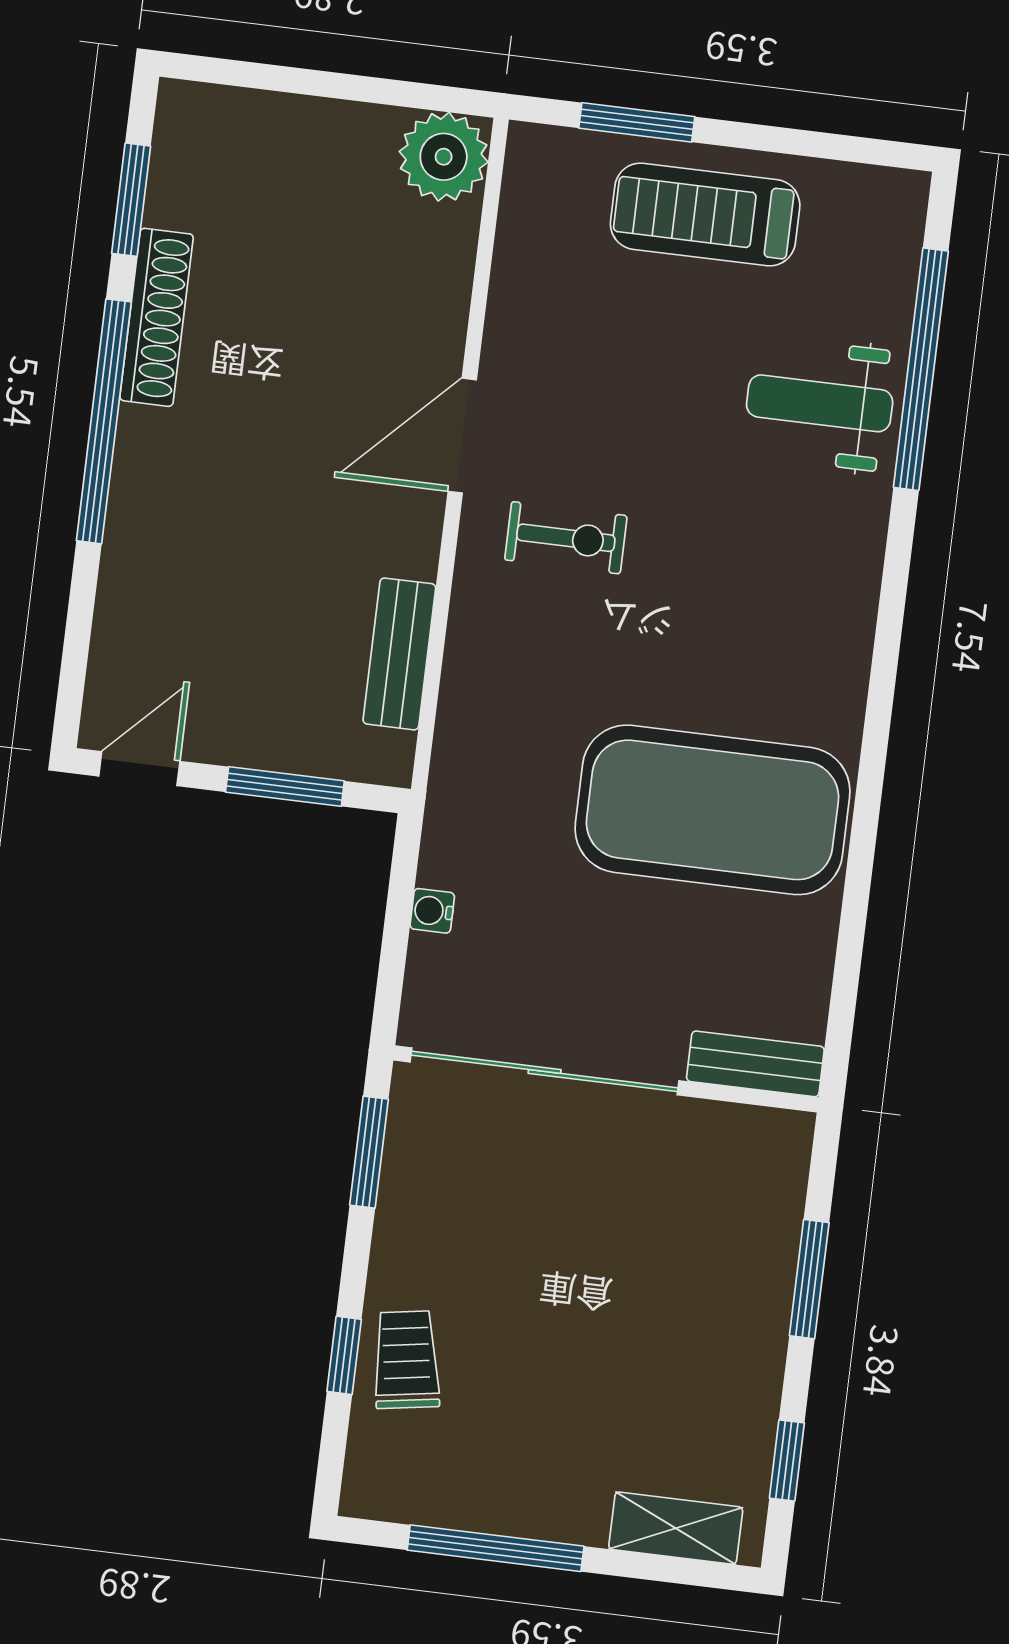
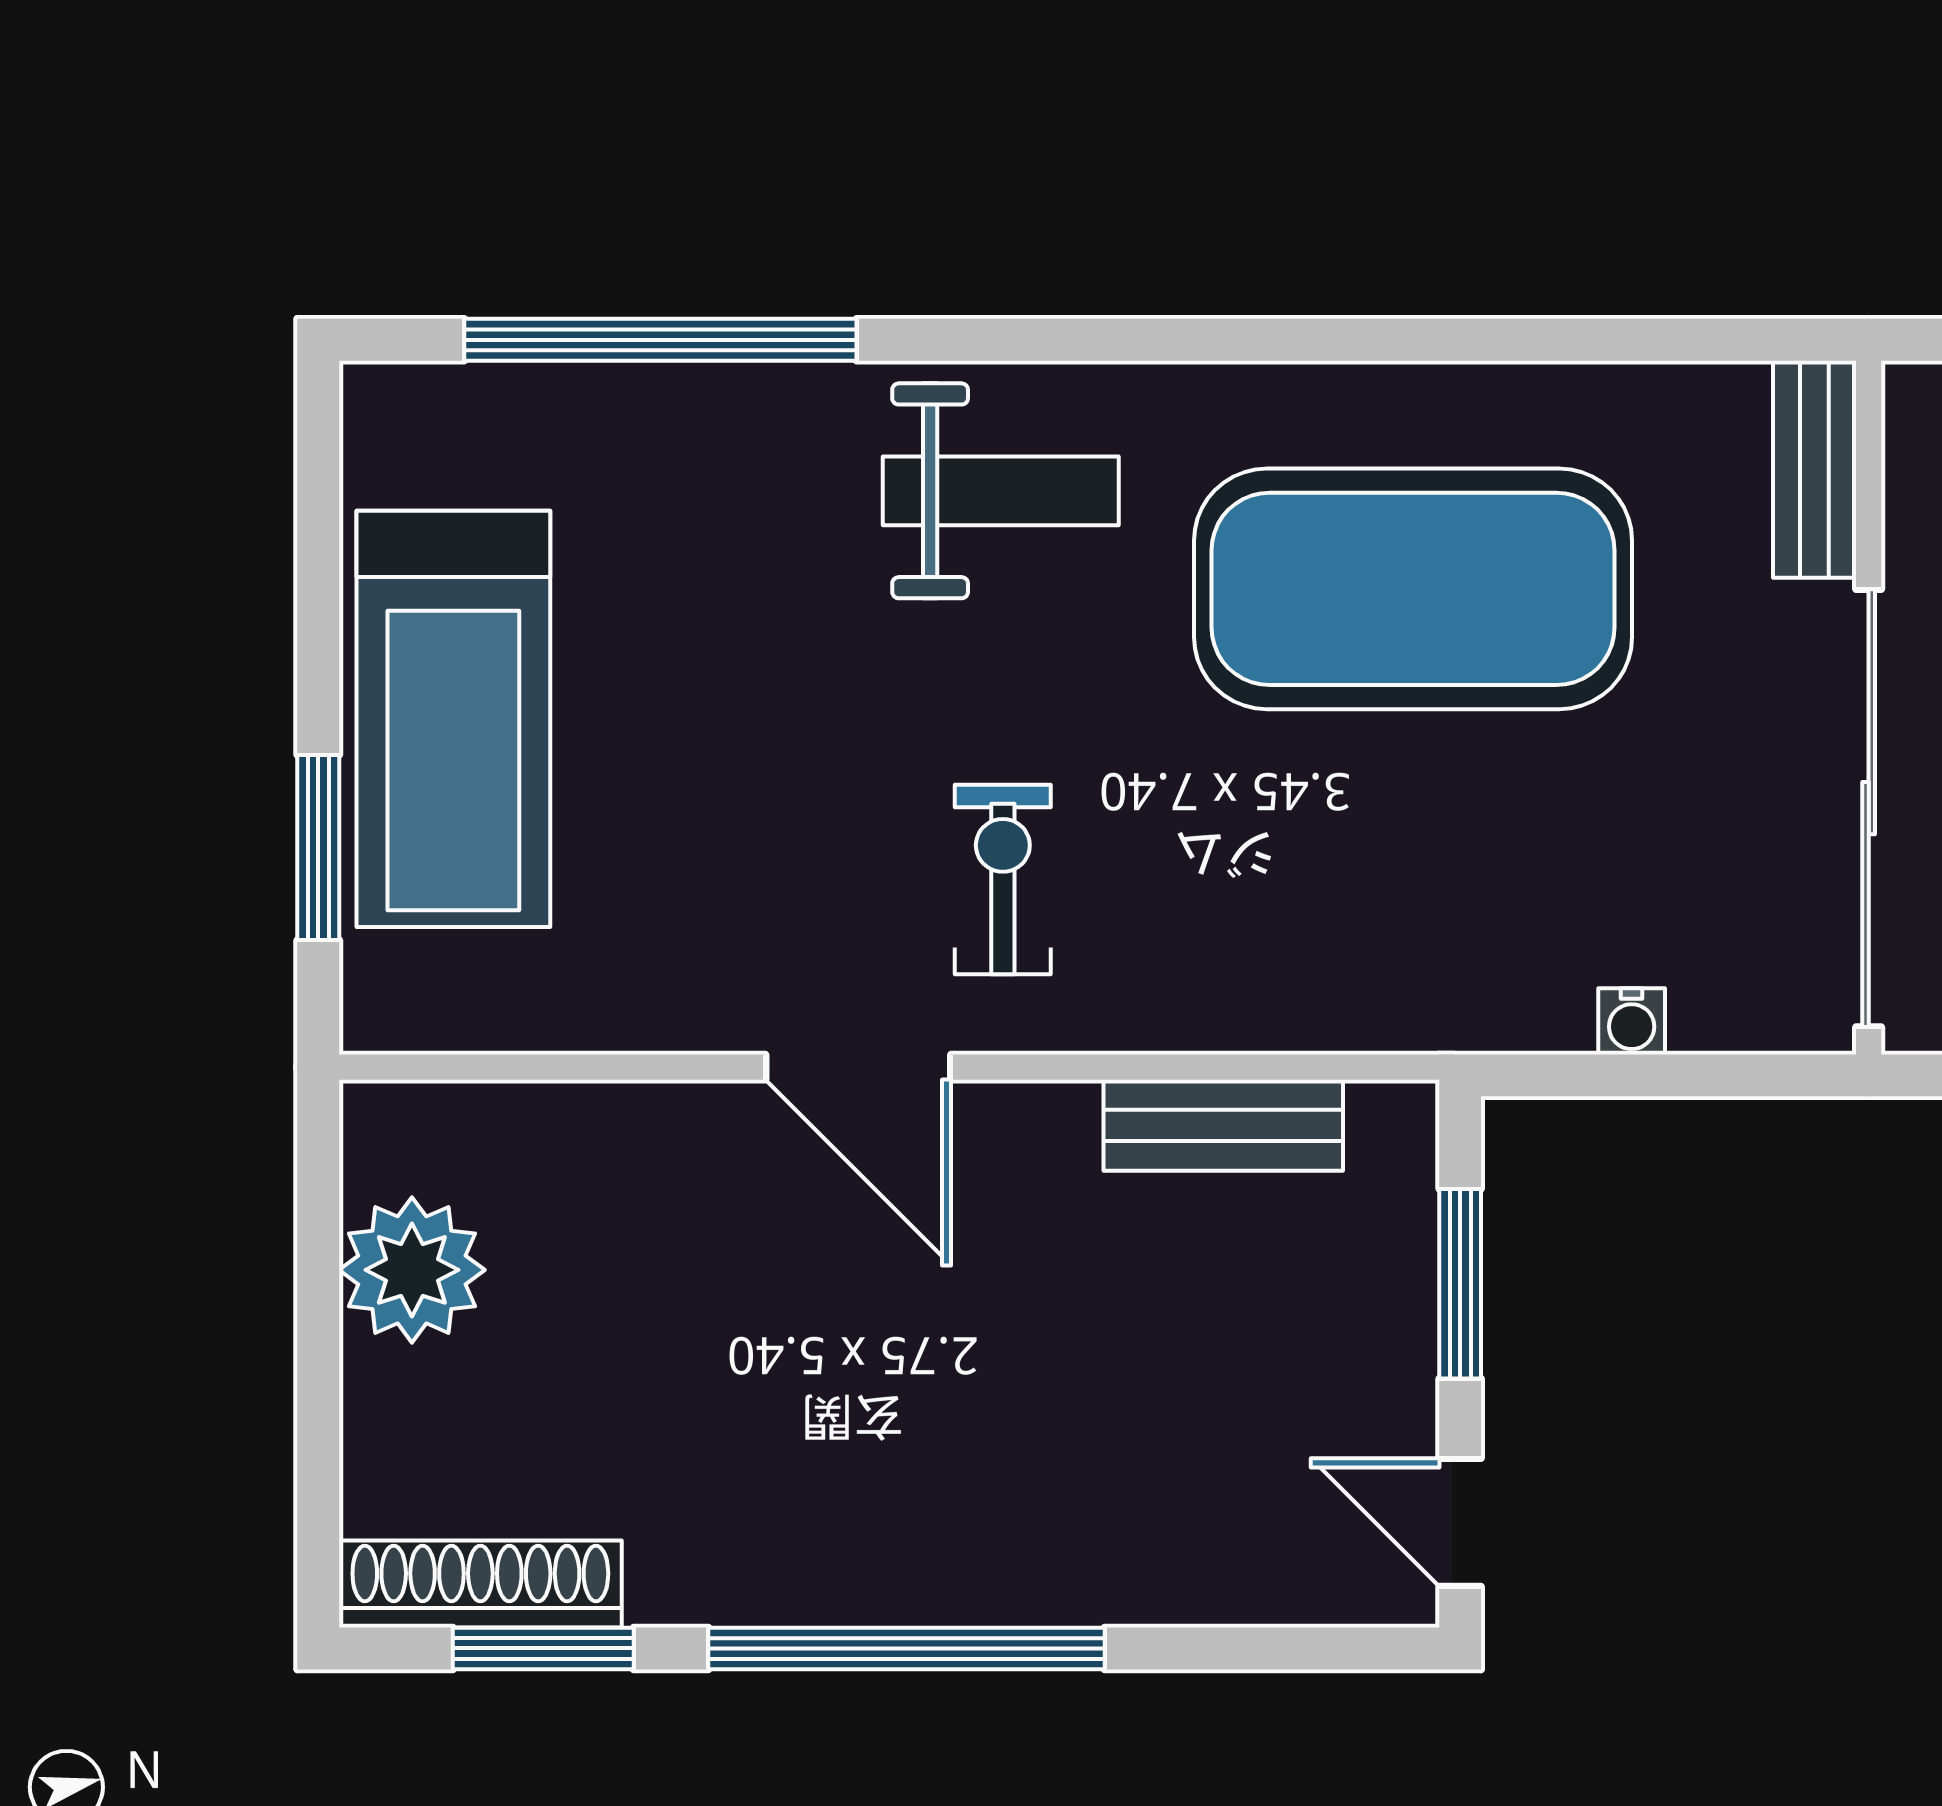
plant: (444, 157) -> (412, 1270), moved
treadmill: (705, 215) -> (453, 719), width x1.37, depth x1.38
shoe rack: (157, 317) -> (480, 1584), moved
weight bench: (820, 403) -> (1001, 491), moved, turned -90
exercise mat: (712, 810) -> (1413, 589), turned 90

